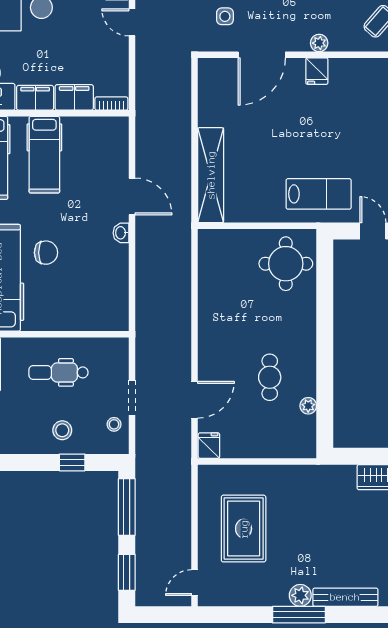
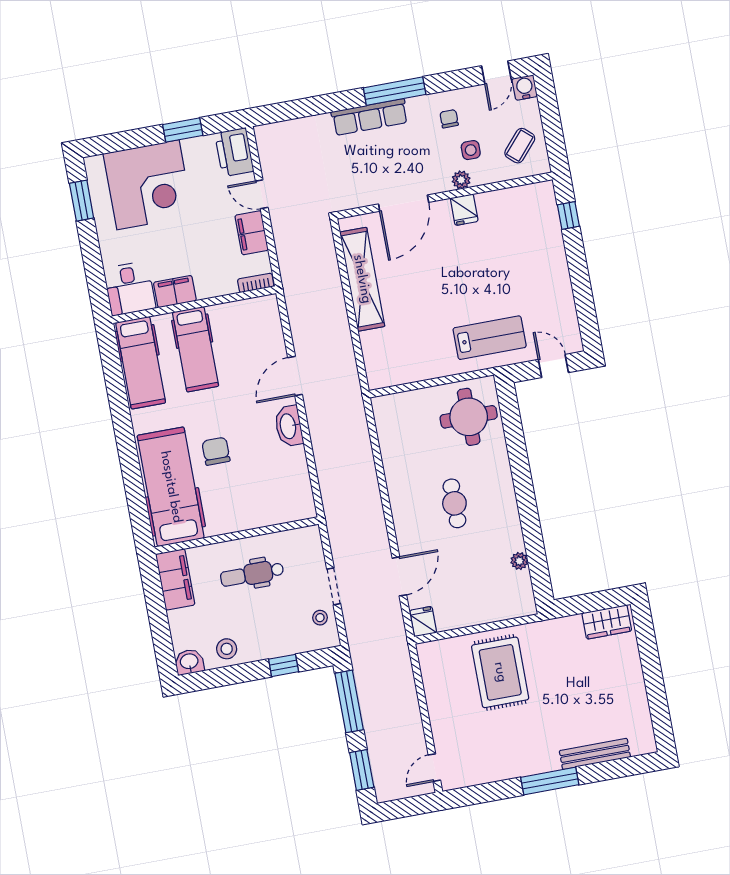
side table: (225, 16) -> (471, 150), moved
filing cabinet: (74, 97) -> (252, 233), moved, turned -90
shelving: (211, 175) -> (362, 279), moved
door: (132, 196) -> (295, 376), swing flipped
washbasin: (121, 233) -> (289, 426), width x1.91, depth x1.45
chair: (46, 253) -> (216, 451), turned -90
cafe table: (270, 377) -> (454, 503), moved
stool: (62, 430) -> (227, 649), moved
rug: (244, 529) -> (500, 672), moved
plant: (300, 595) -> (547, 761), removed

